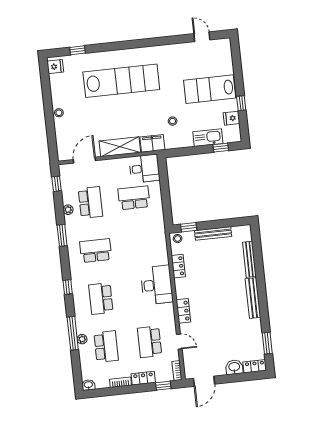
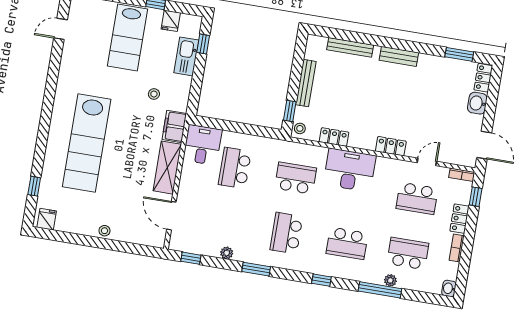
lab bench: (121, 81) -> (87, 143), turned 180
school desk: (90, 203) -> (296, 178), moved
bench: (253, 298) -> (399, 56), width x0.73

